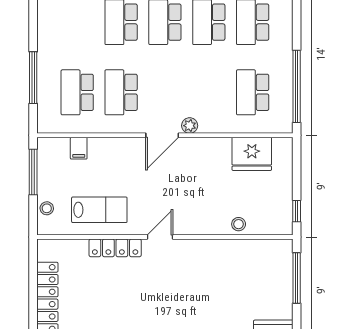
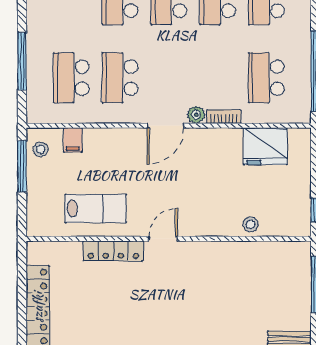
bookcase: (214, 127) -> (224, 117), added
stool: (47, 208) -> (41, 149), moved

